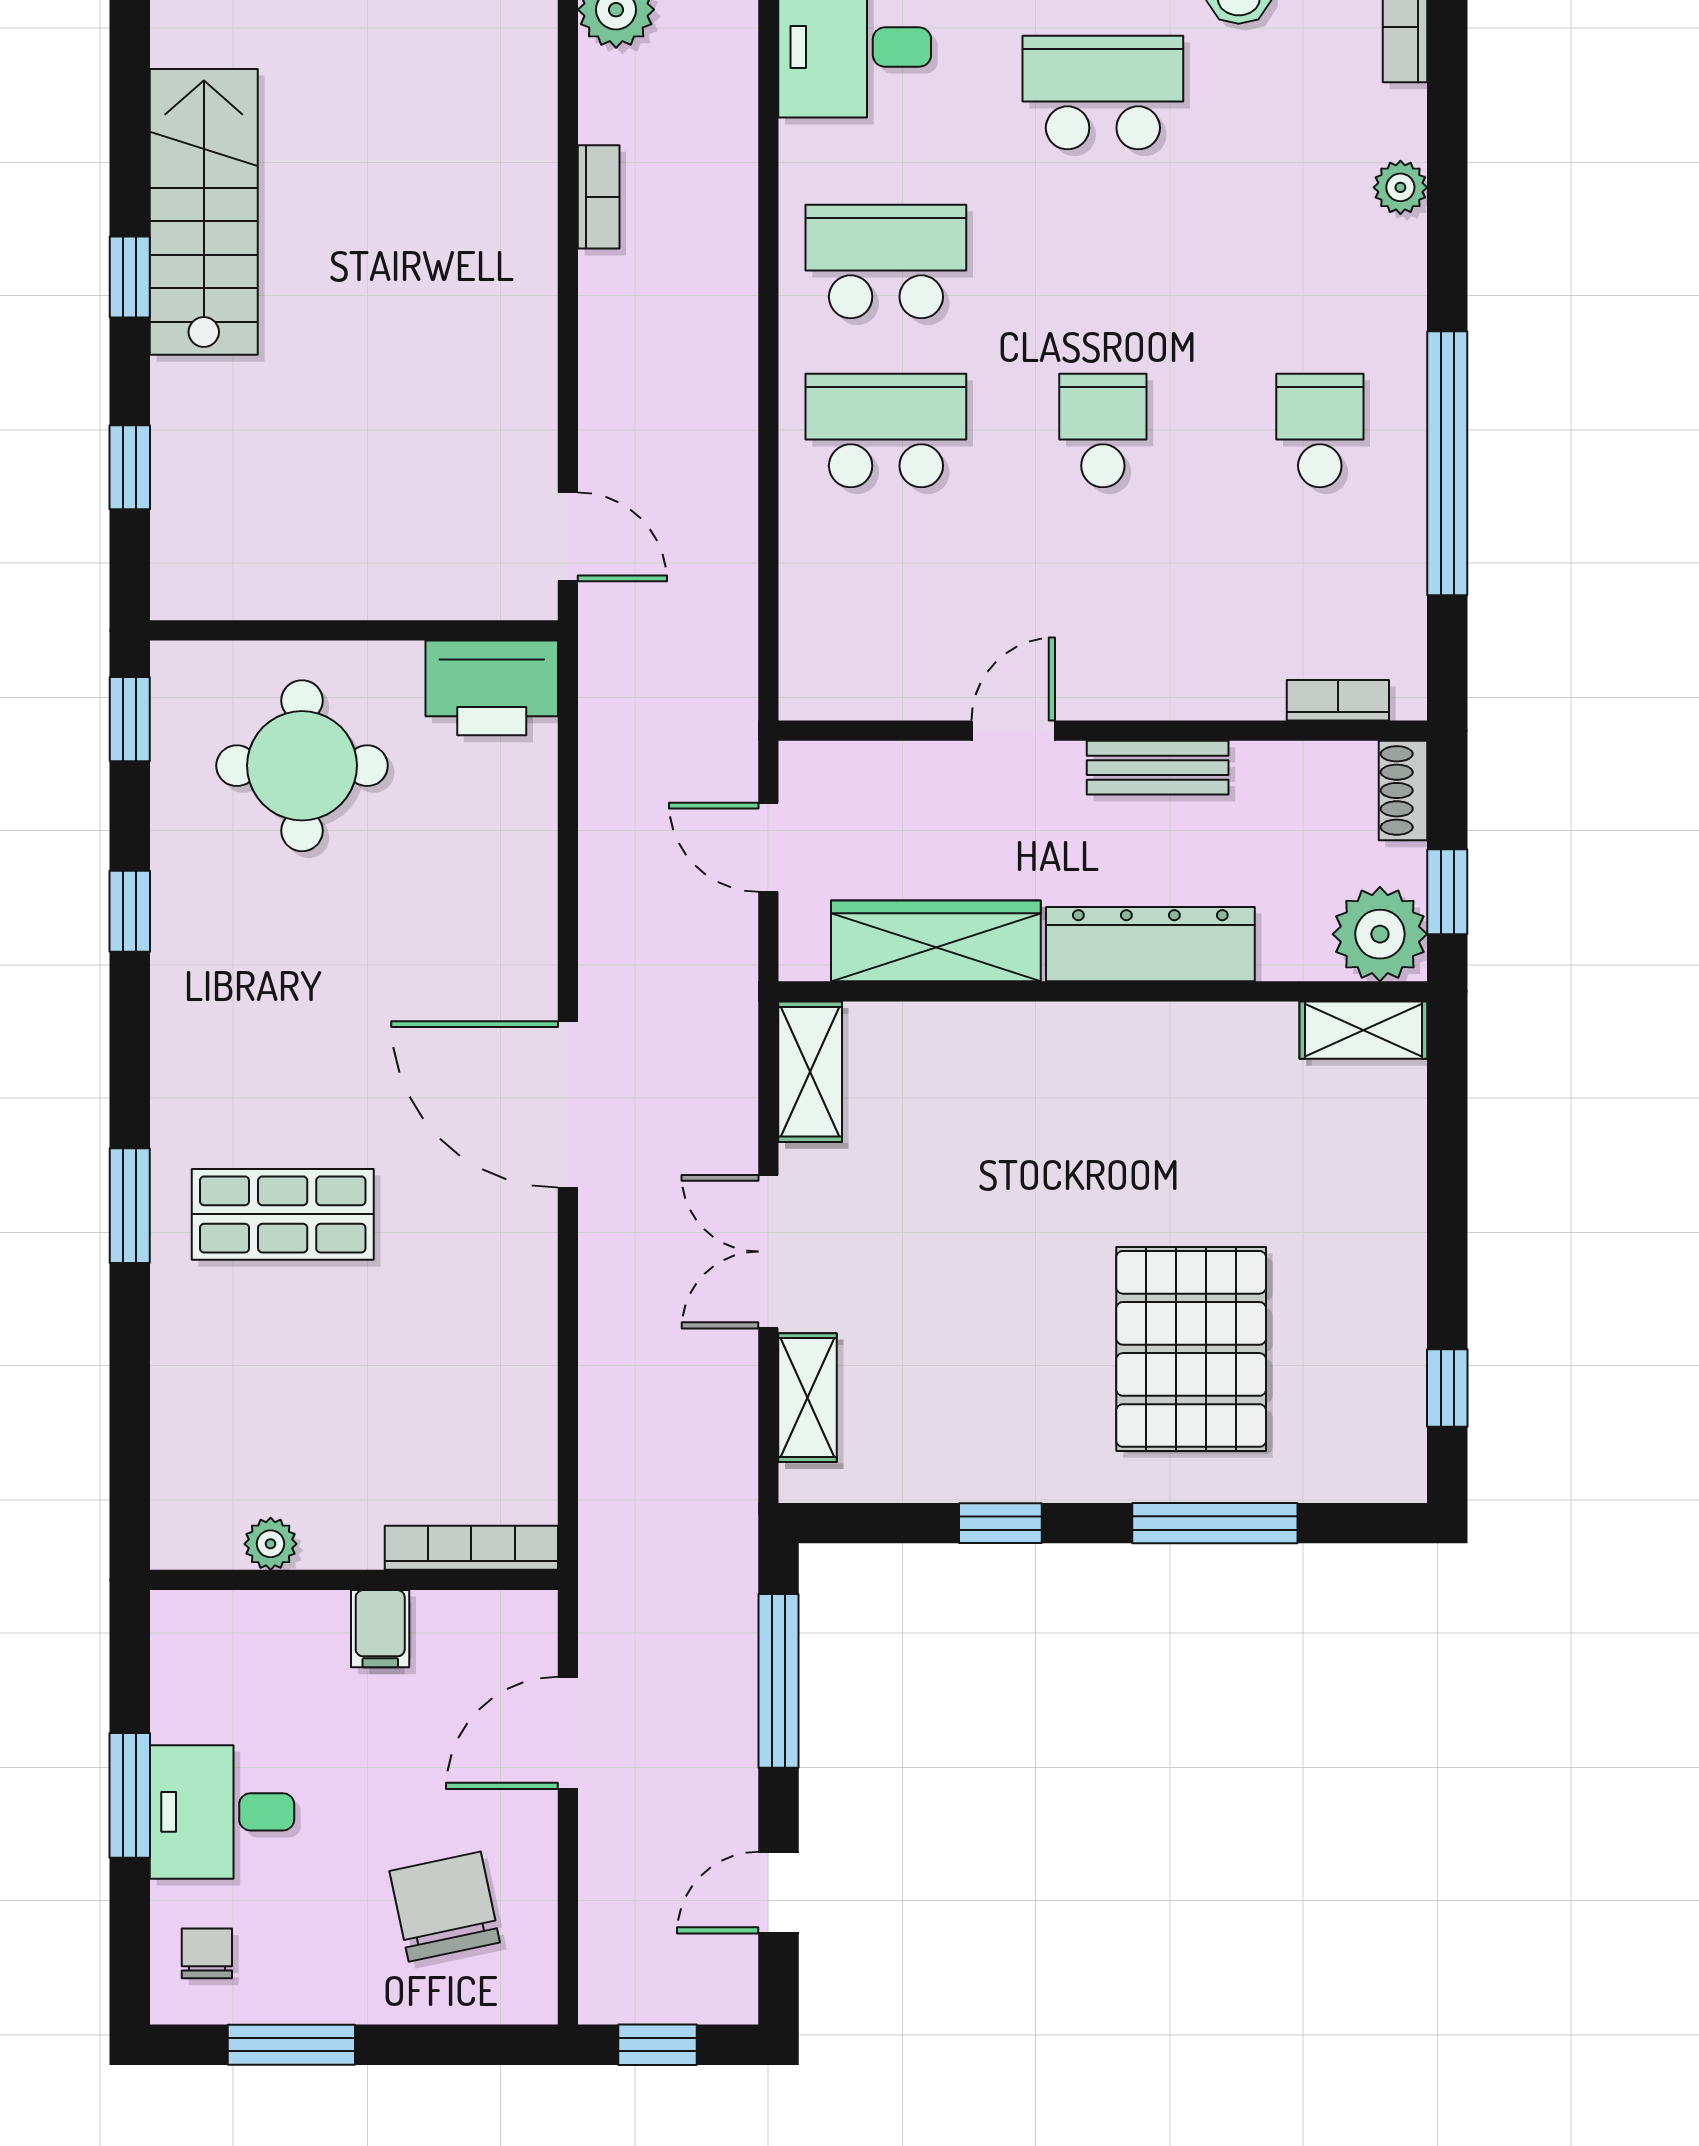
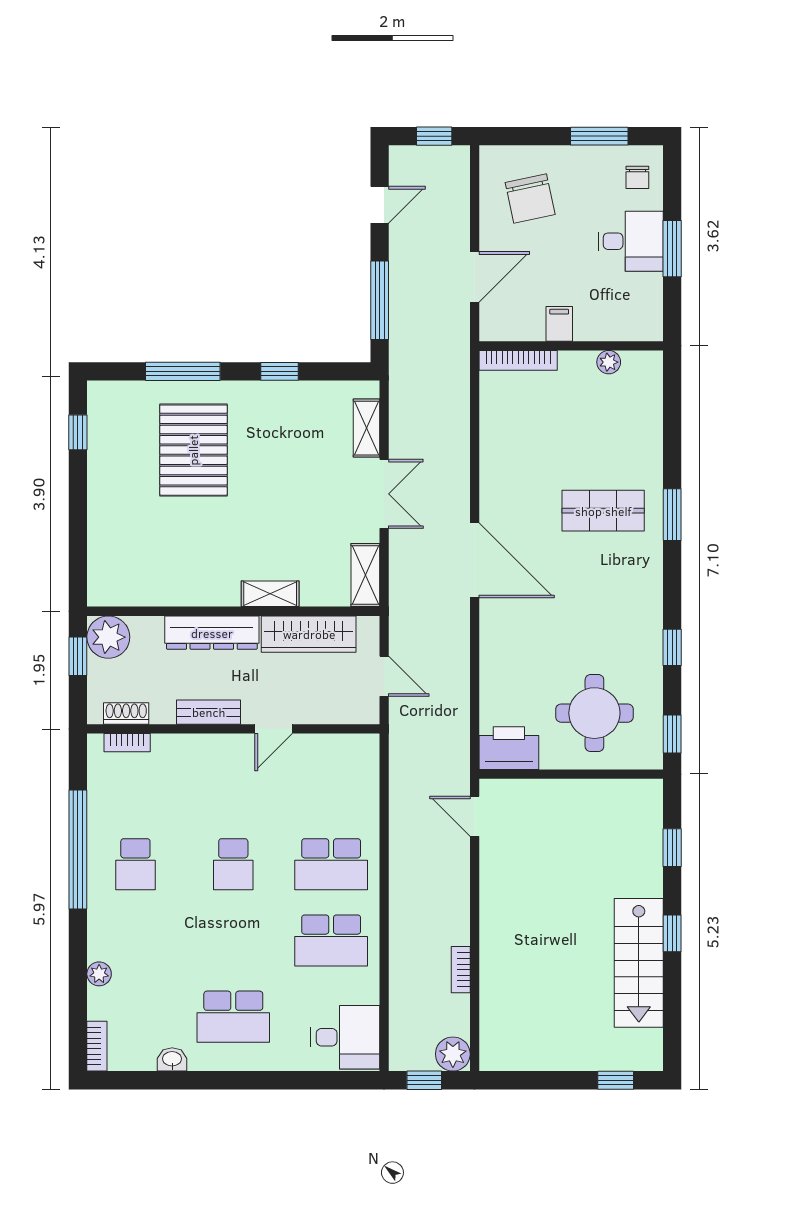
shoe rack: (1403, 790) -> (126, 713), moved, turned -90
shelving: (1363, 1030) -> (270, 594), moved

